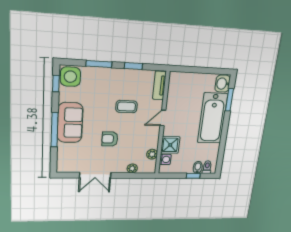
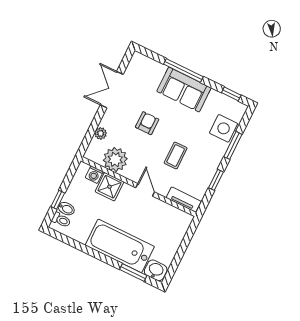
side table: (70, 77) -> (224, 128), moved
plant: (152, 154) -> (115, 159), width x1.88, depth x1.88

